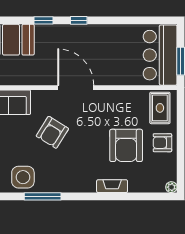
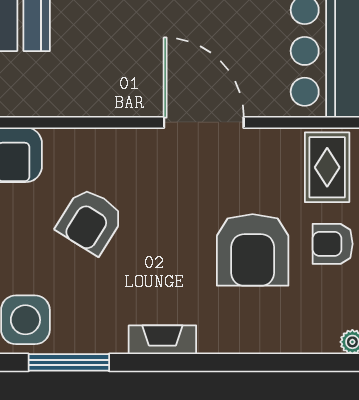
door: (76, 88) -> (204, 122), moved
fireplace: (112, 186) -> (162, 340), moved

